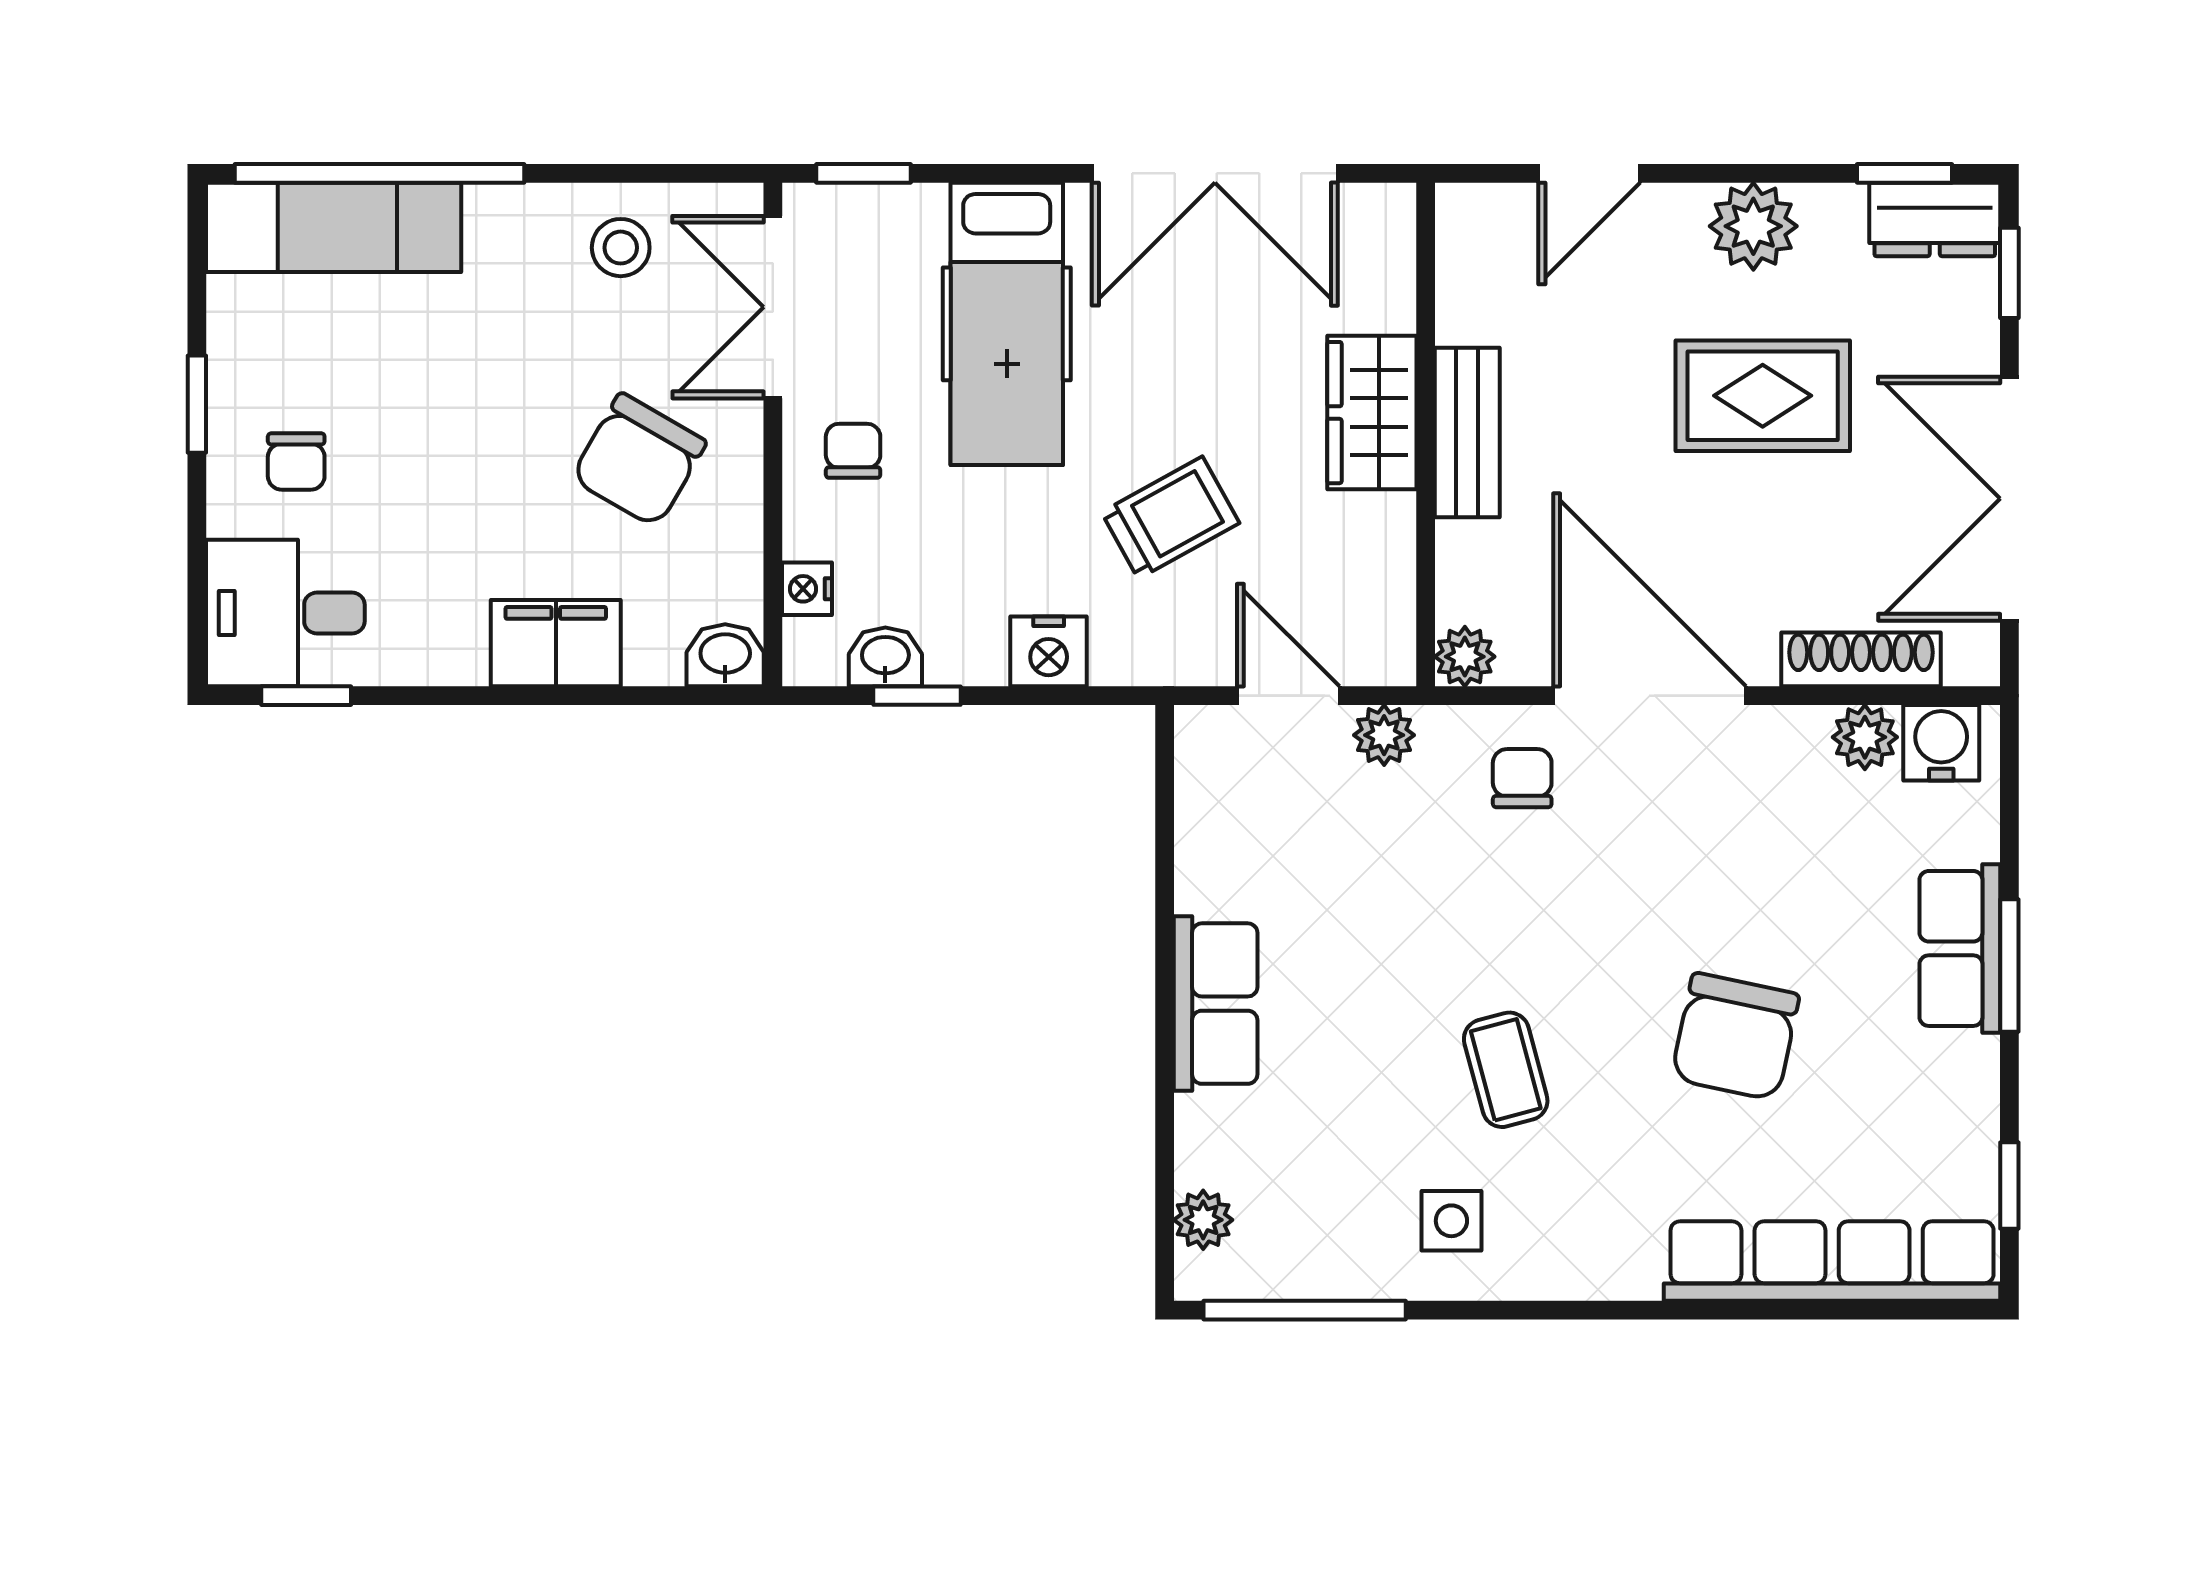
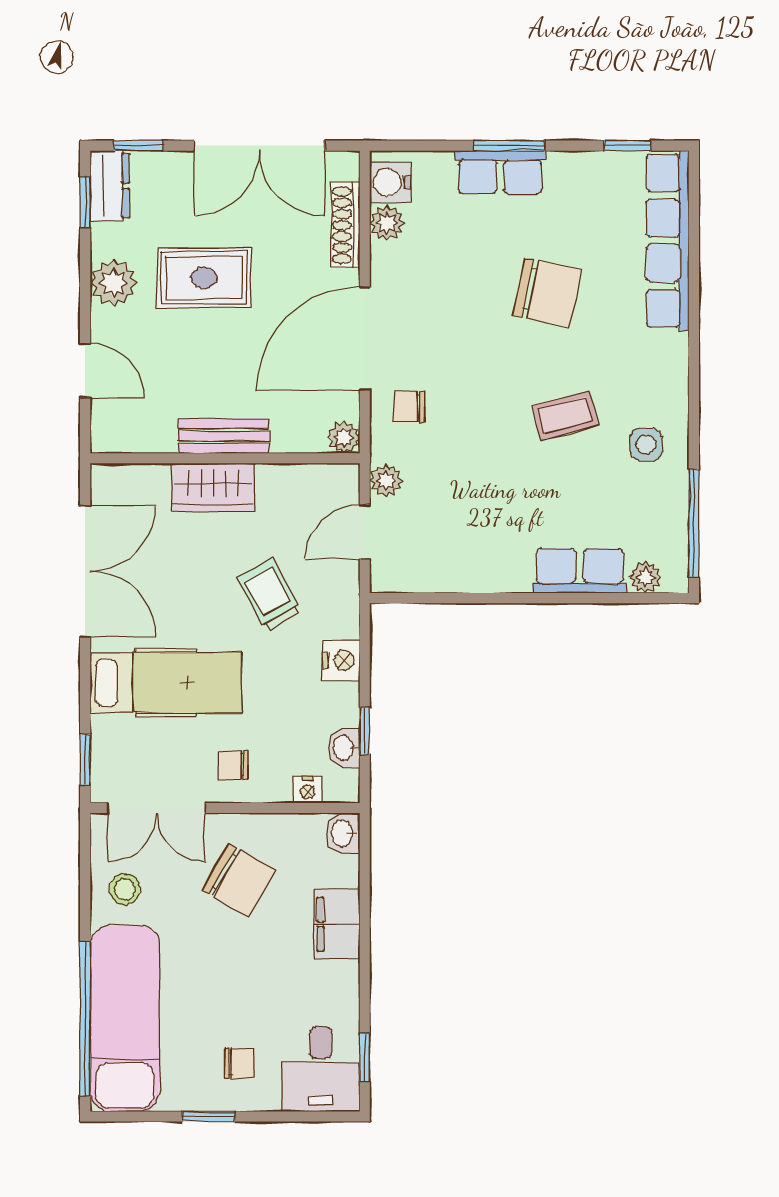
exam couch: (334, 227) -> (125, 1018), width x1.36, depth x1.45
rug: (1763, 396) -> (204, 278), turned 90
row of seats: (1216, 1004) -> (580, 571), moved

